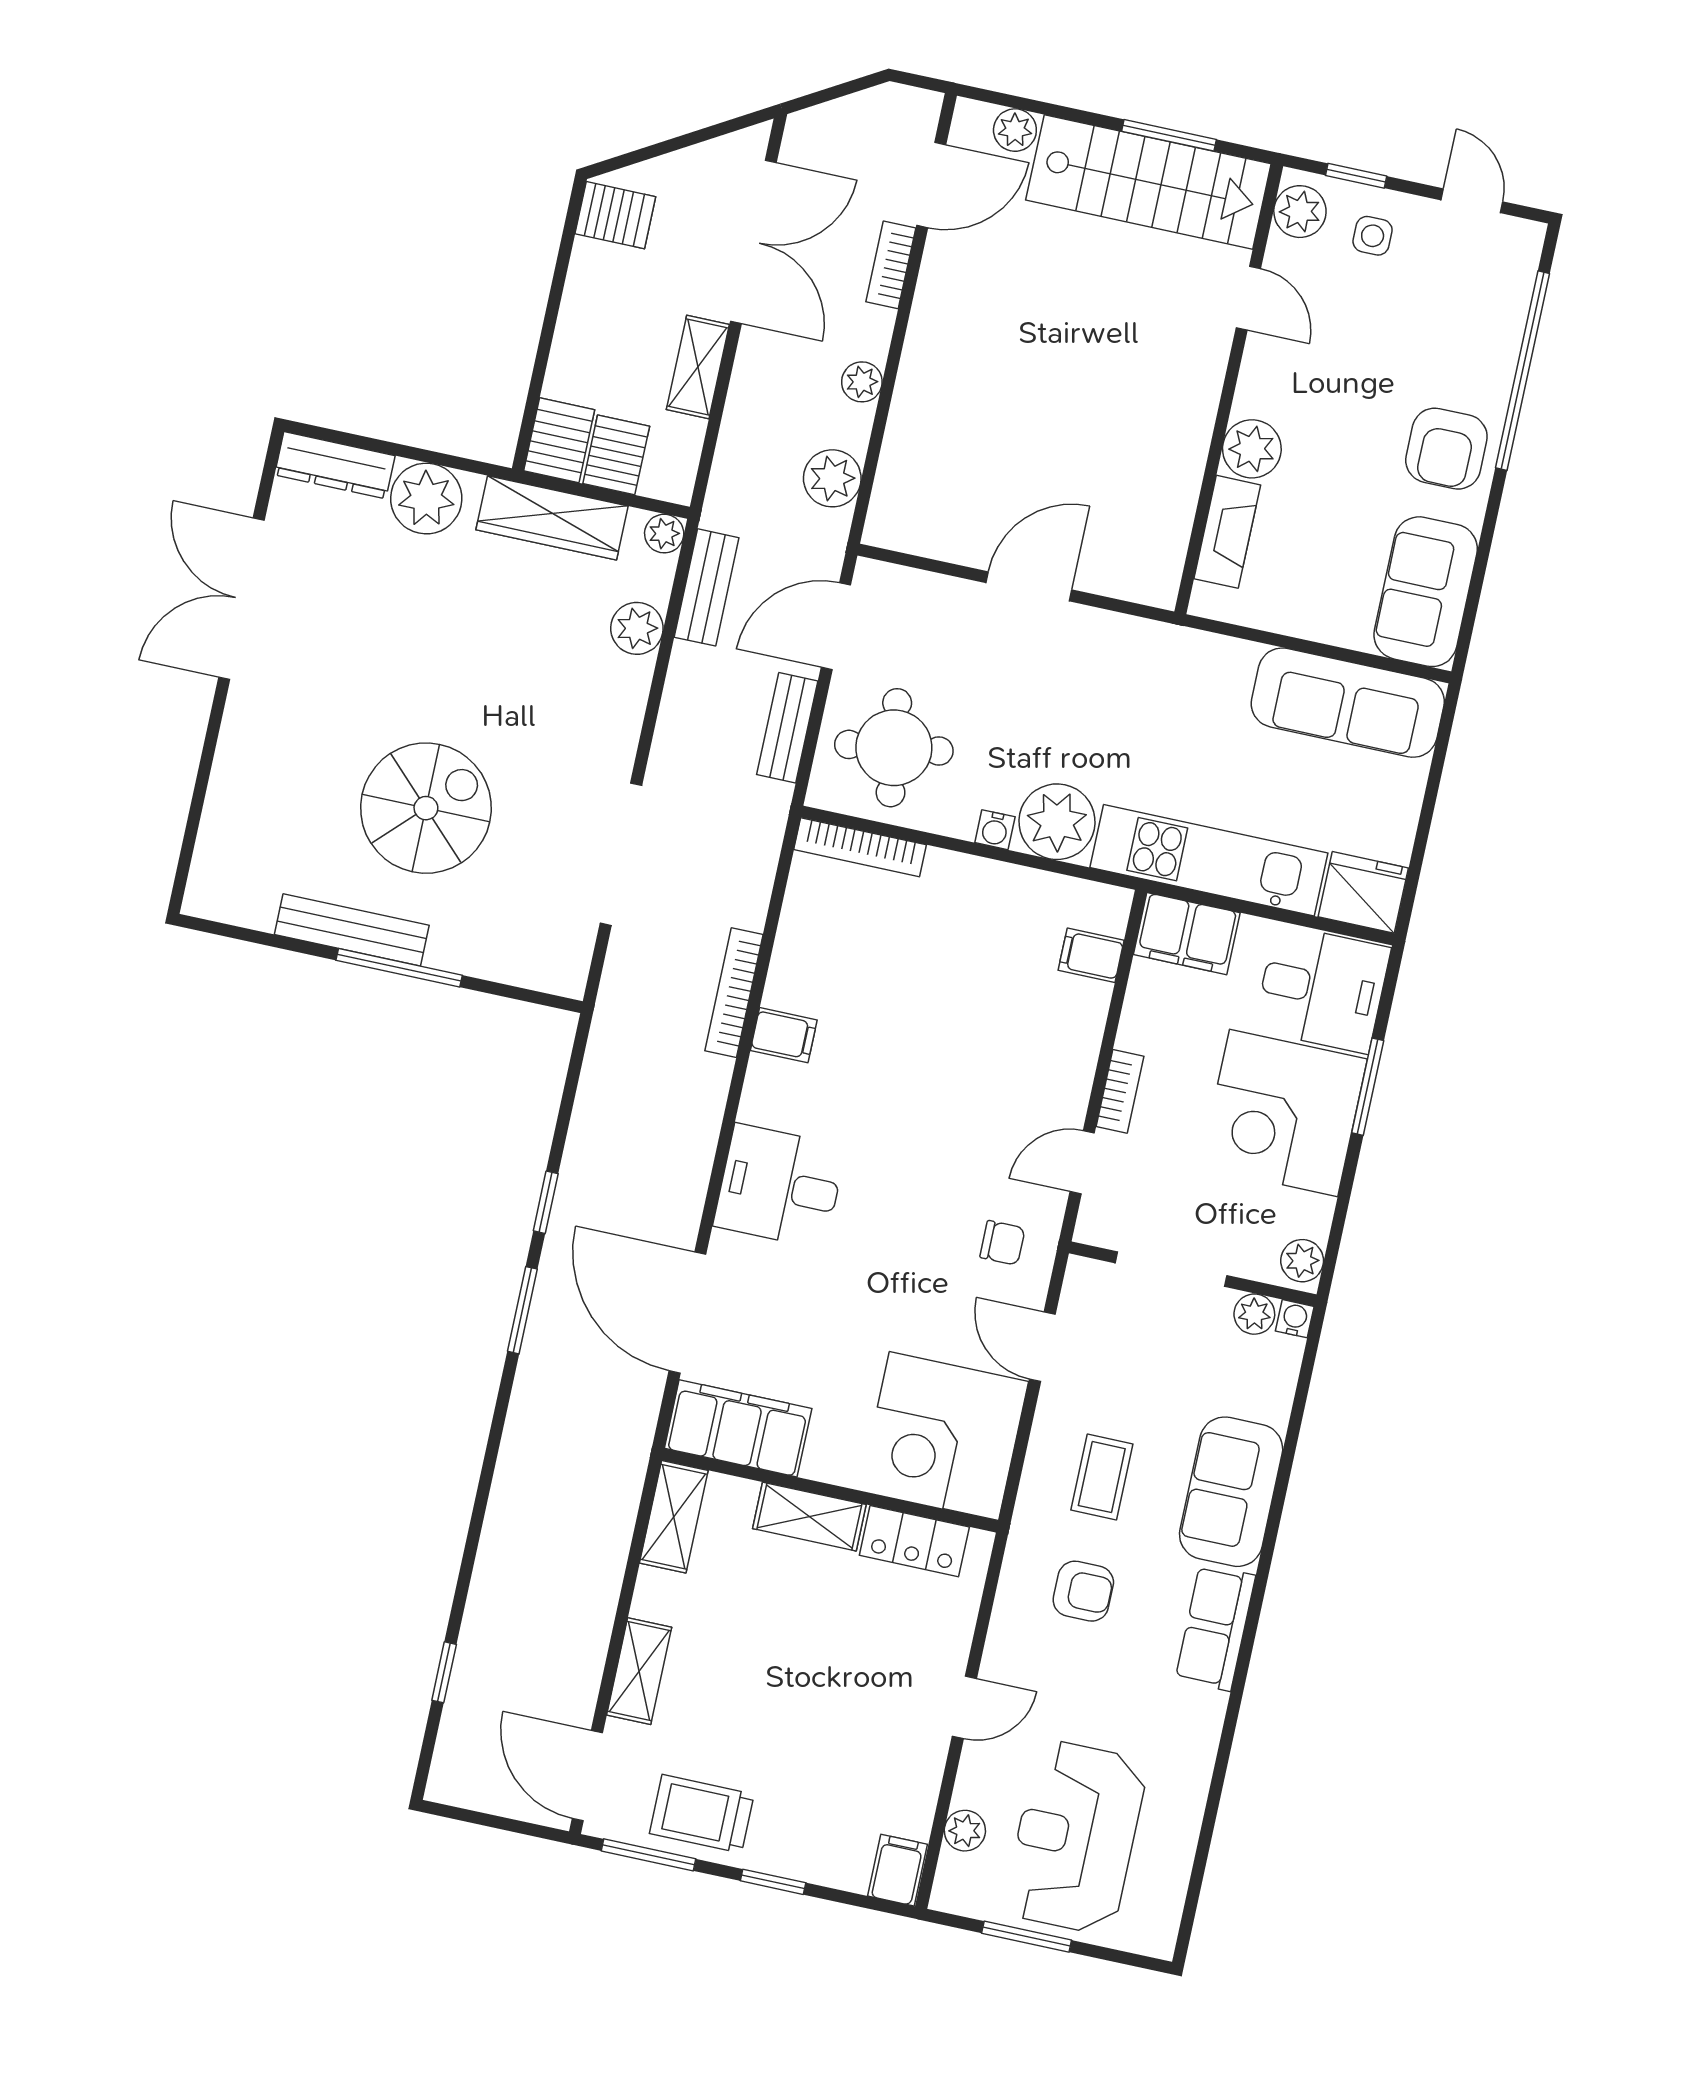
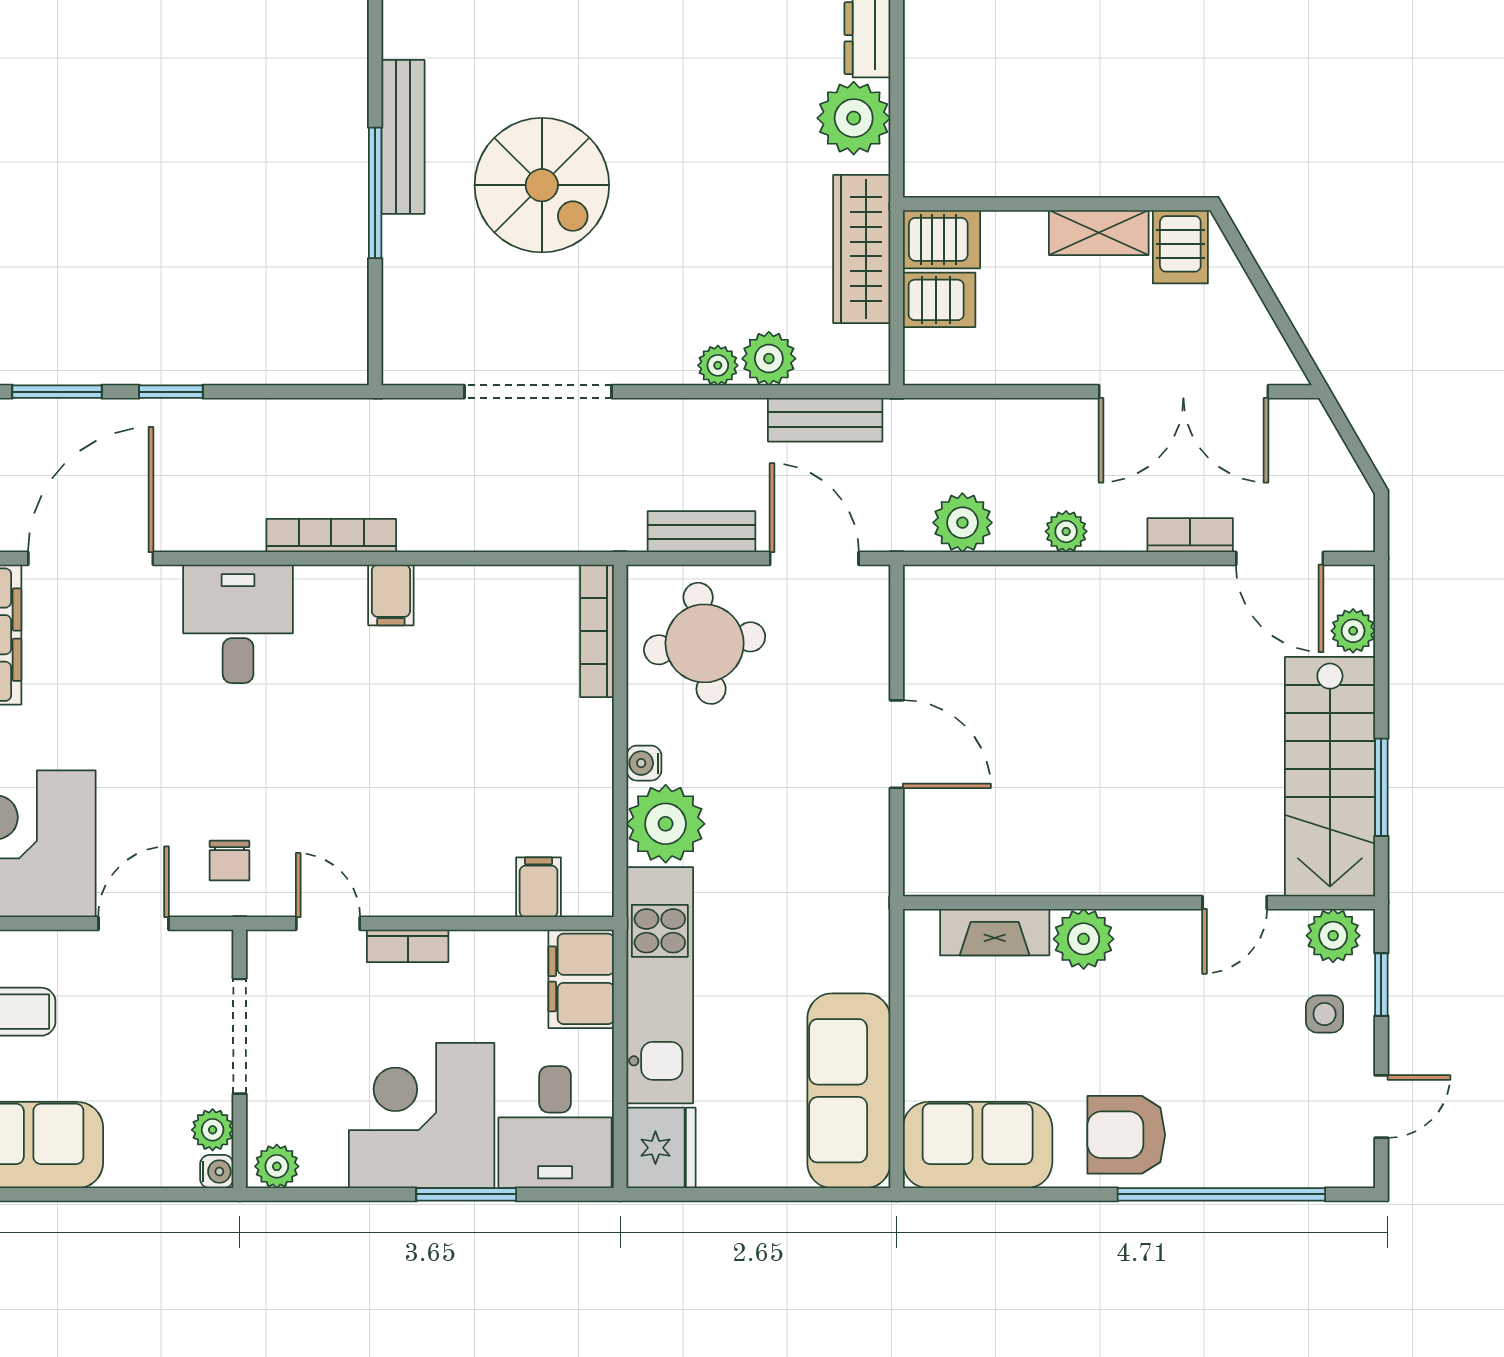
shelving: (698, 367) -> (1099, 233), moved
plant: (664, 534) -> (718, 365), moved
bookcase: (734, 993) -> (331, 536), moved

